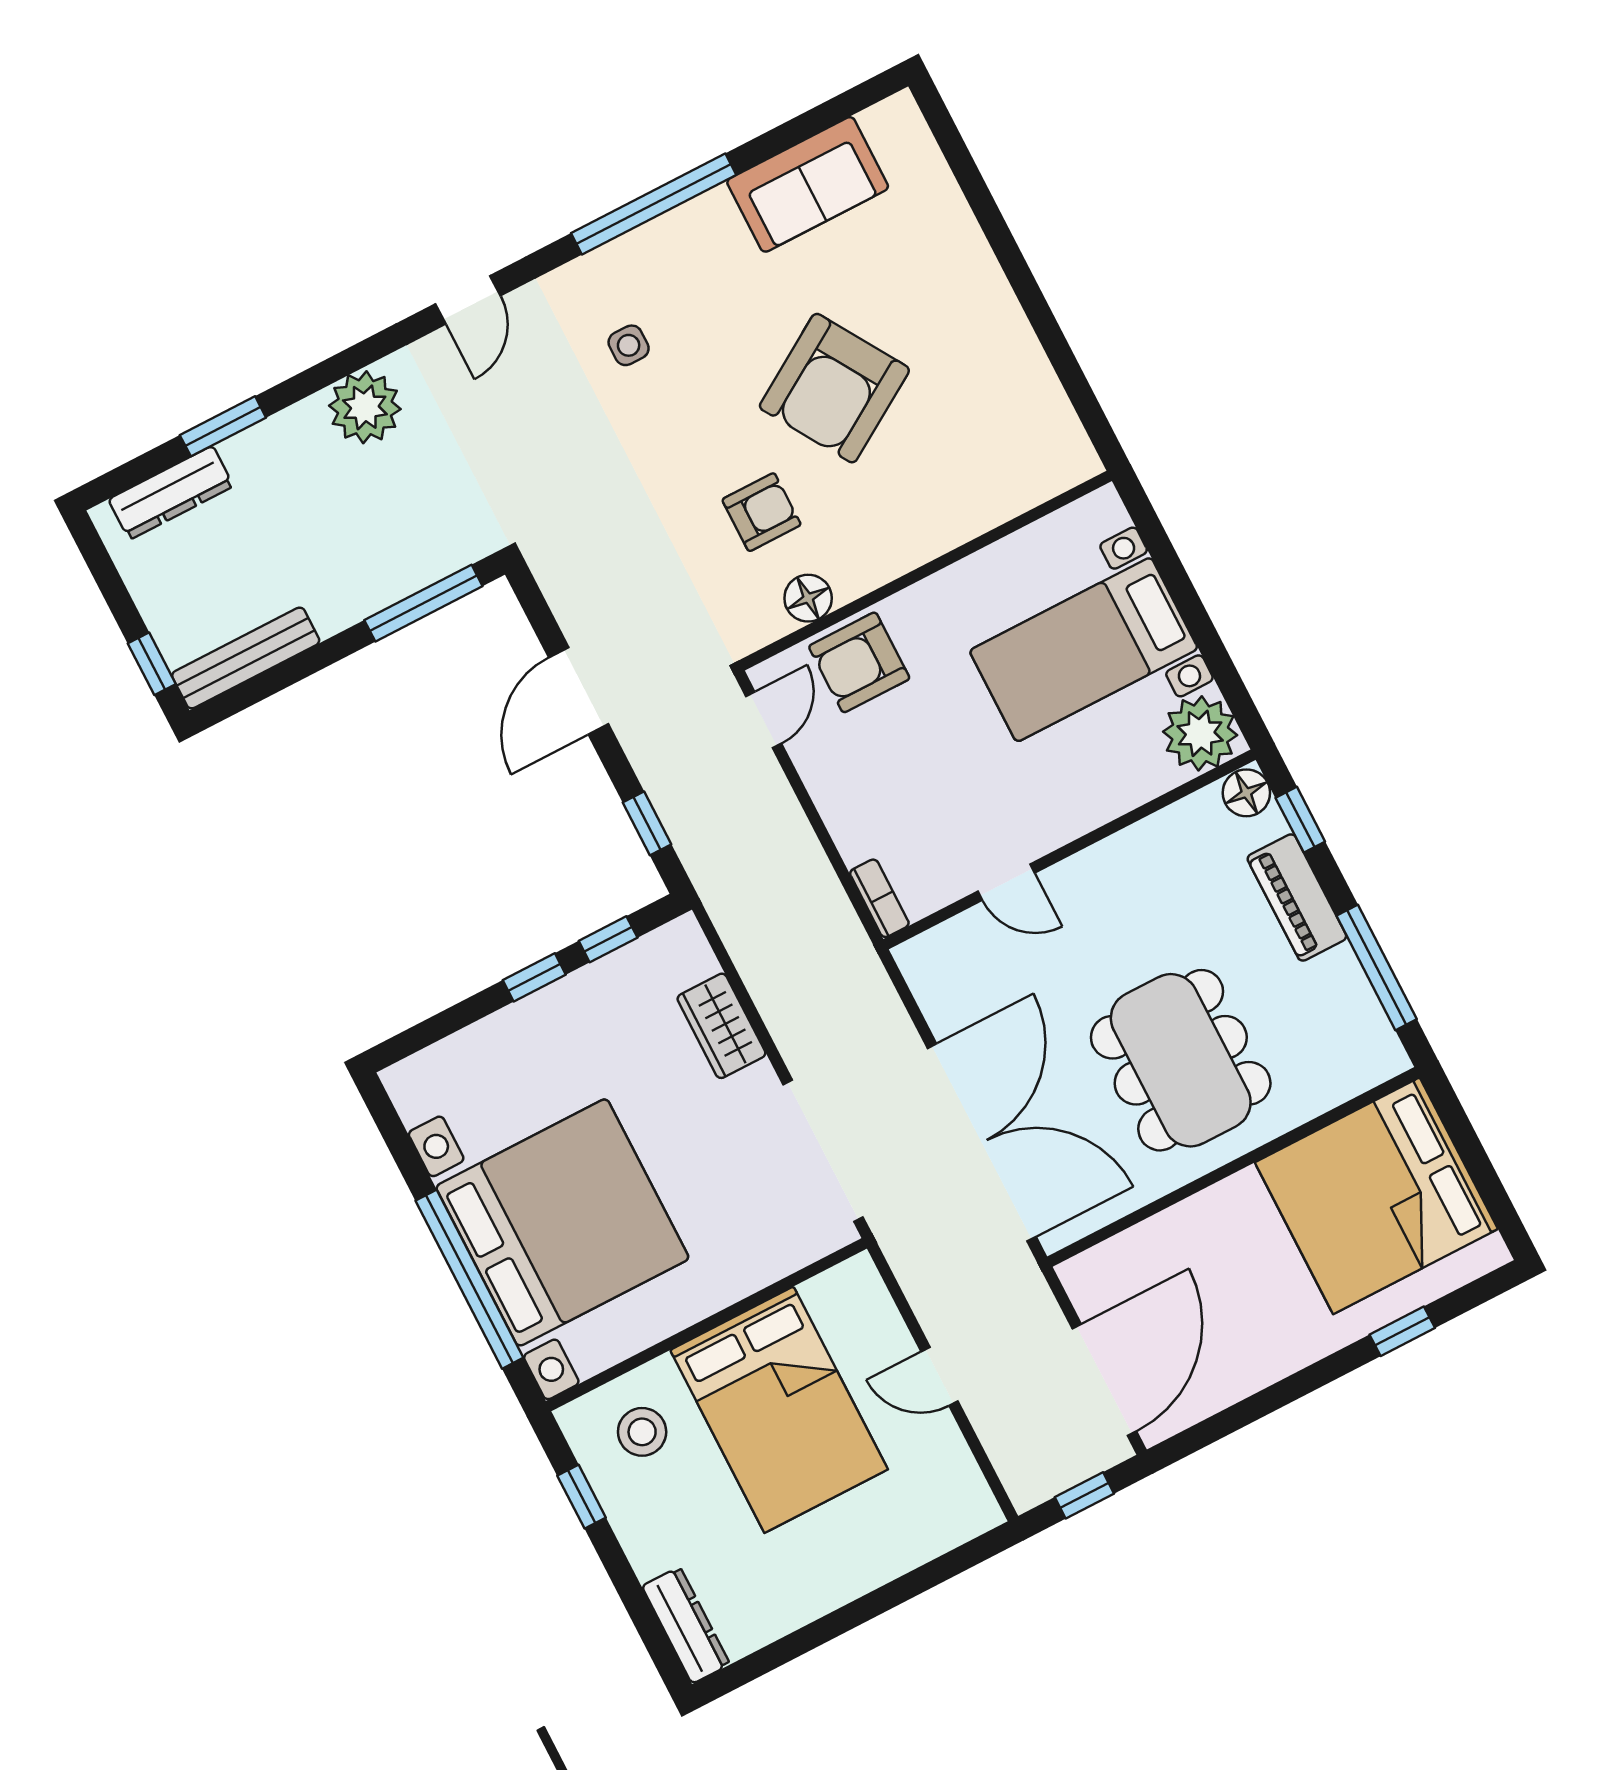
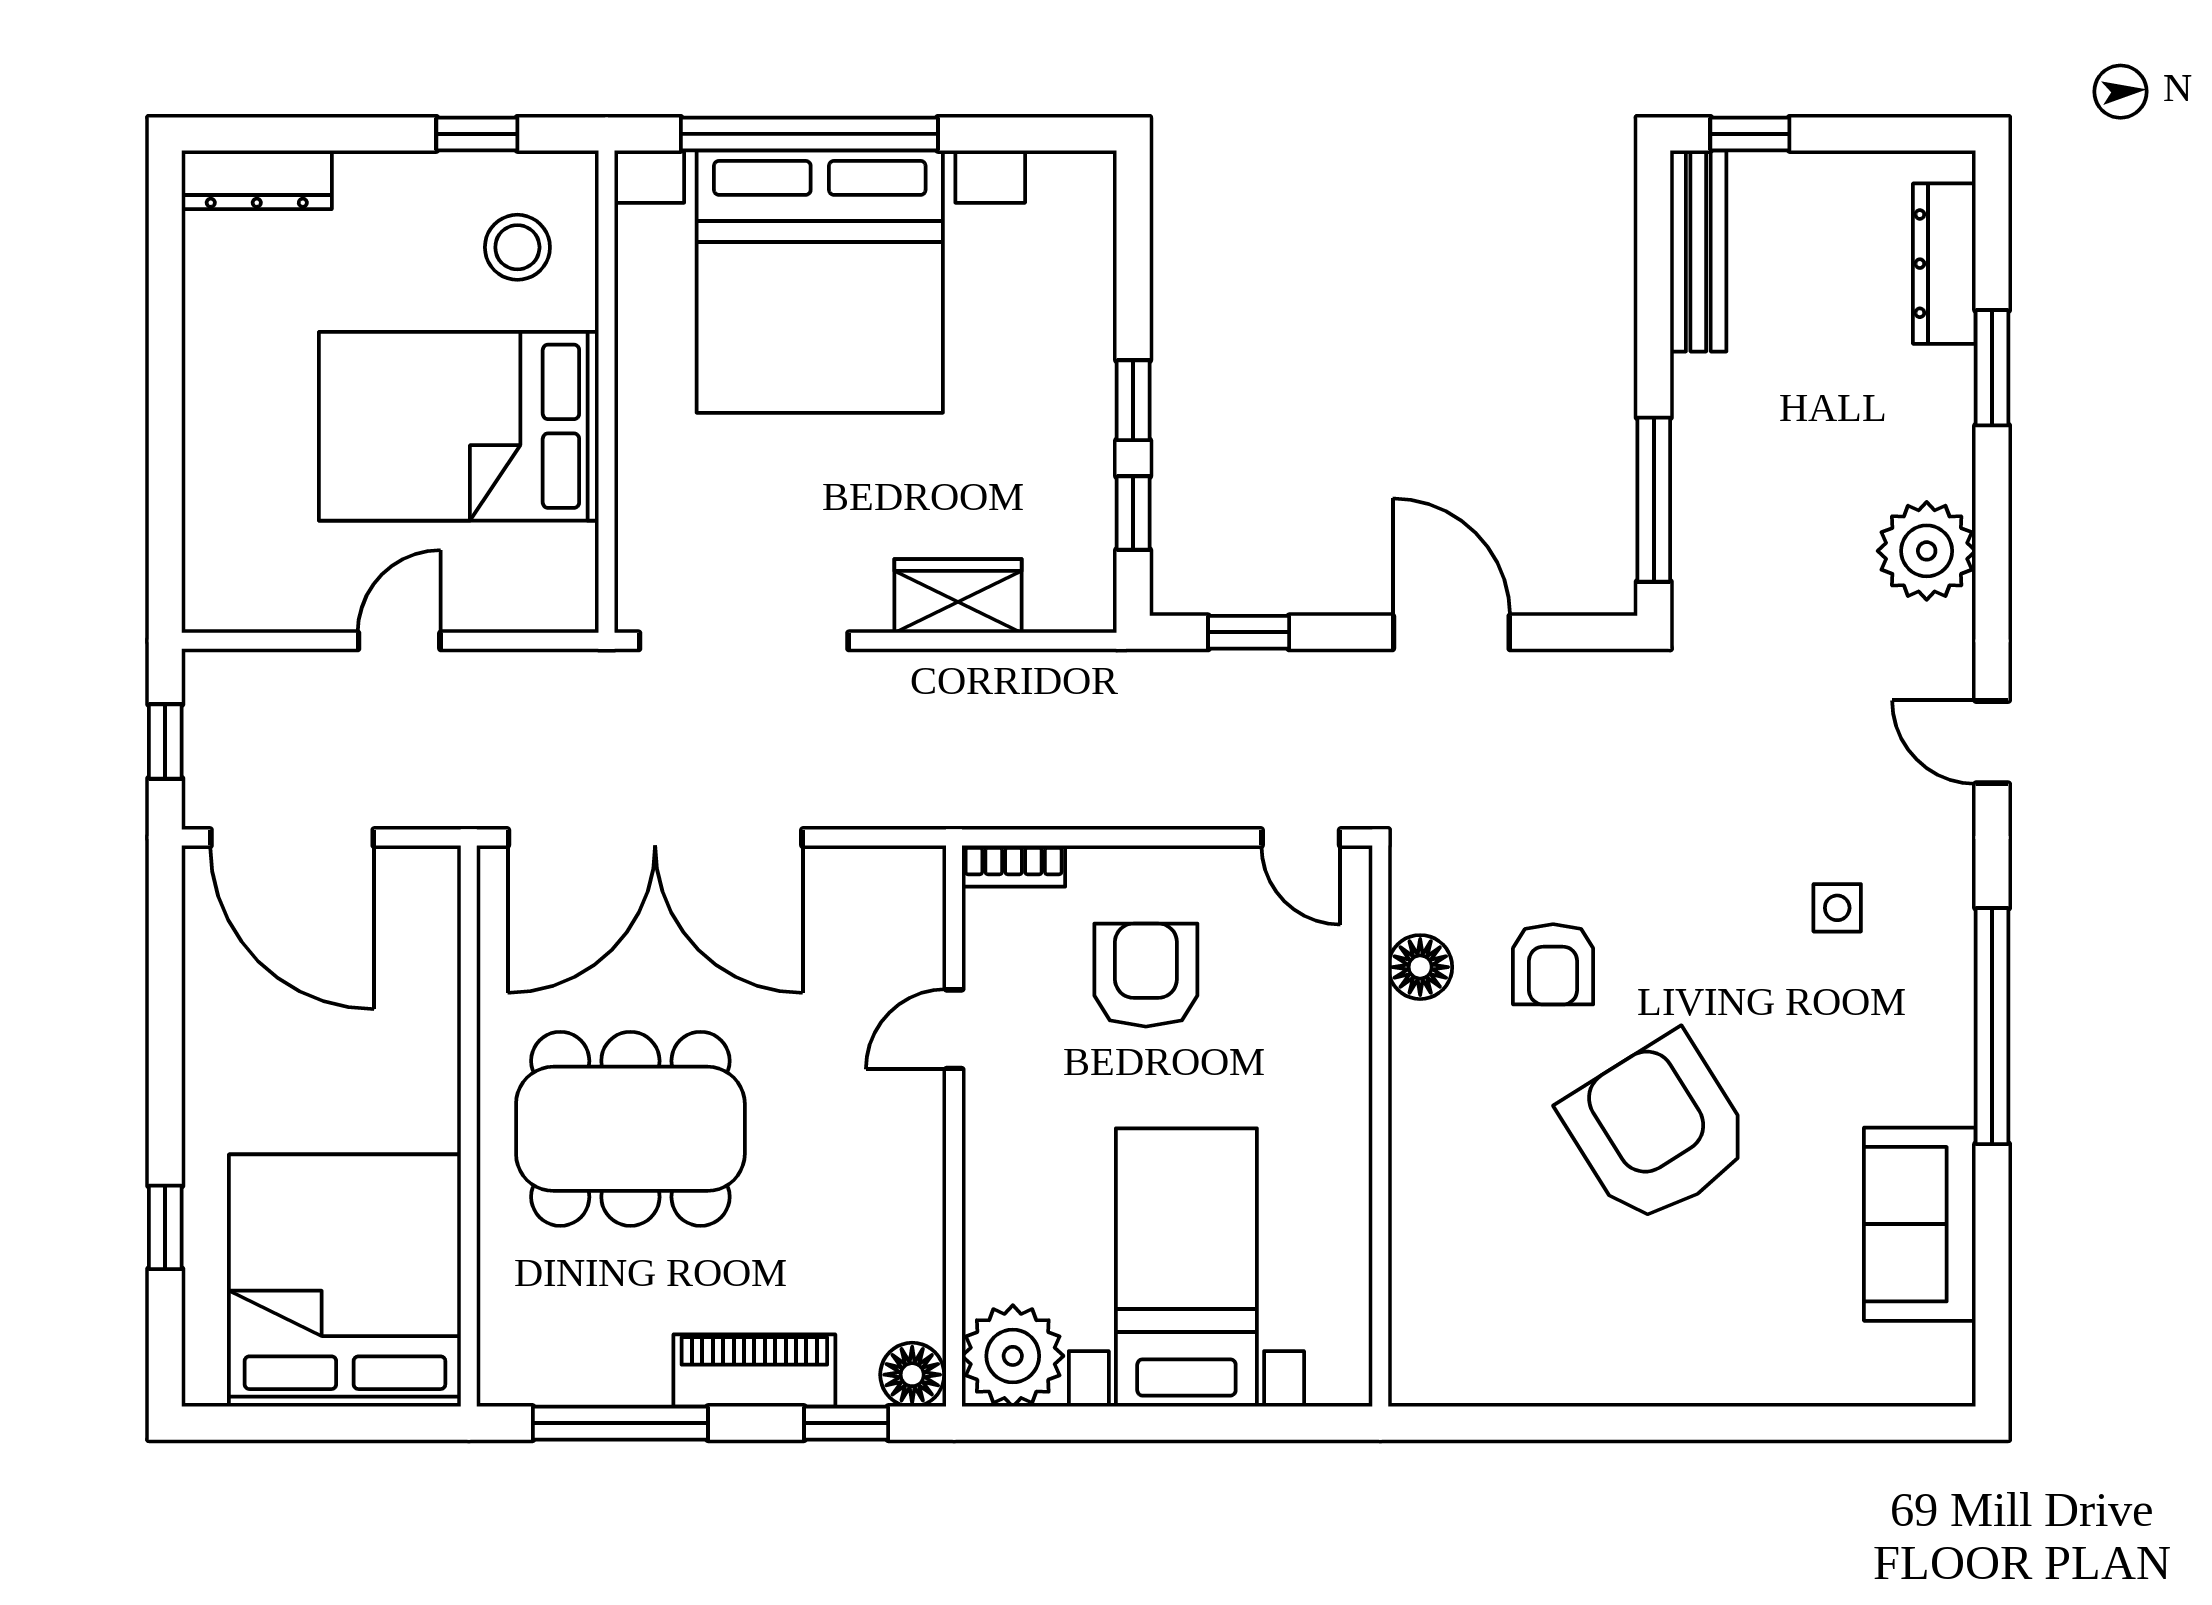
armchair: (859, 662) -> (1146, 975), moved

